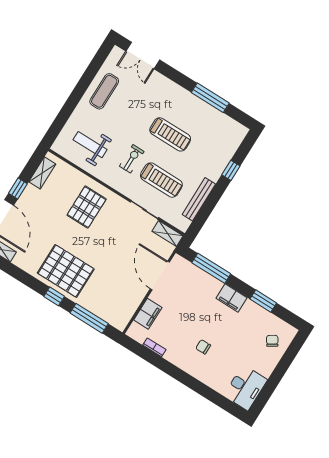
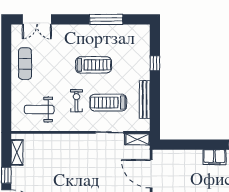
treadmill: (161, 180) -> (108, 103), turned 180
pallet: (87, 207) -> (65, 157), removed
window: (211, 268) -> (186, 145), removed

